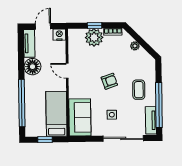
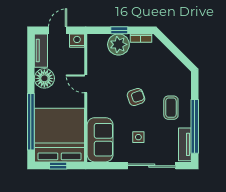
plant: (135, 46) -> (167, 55), removed
bed: (56, 114) -> (60, 135), width x2.04

